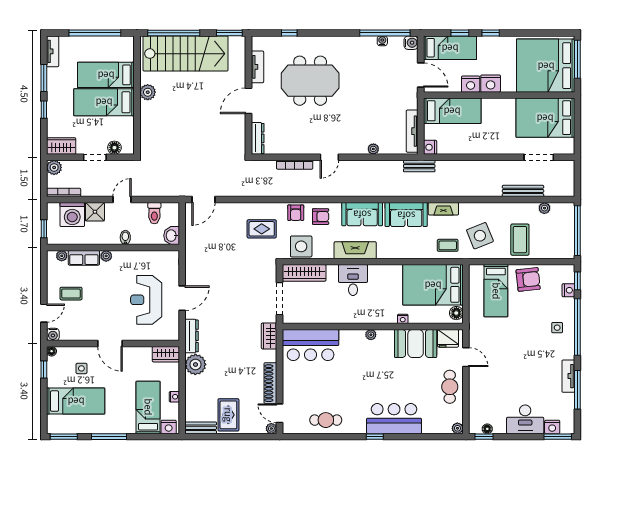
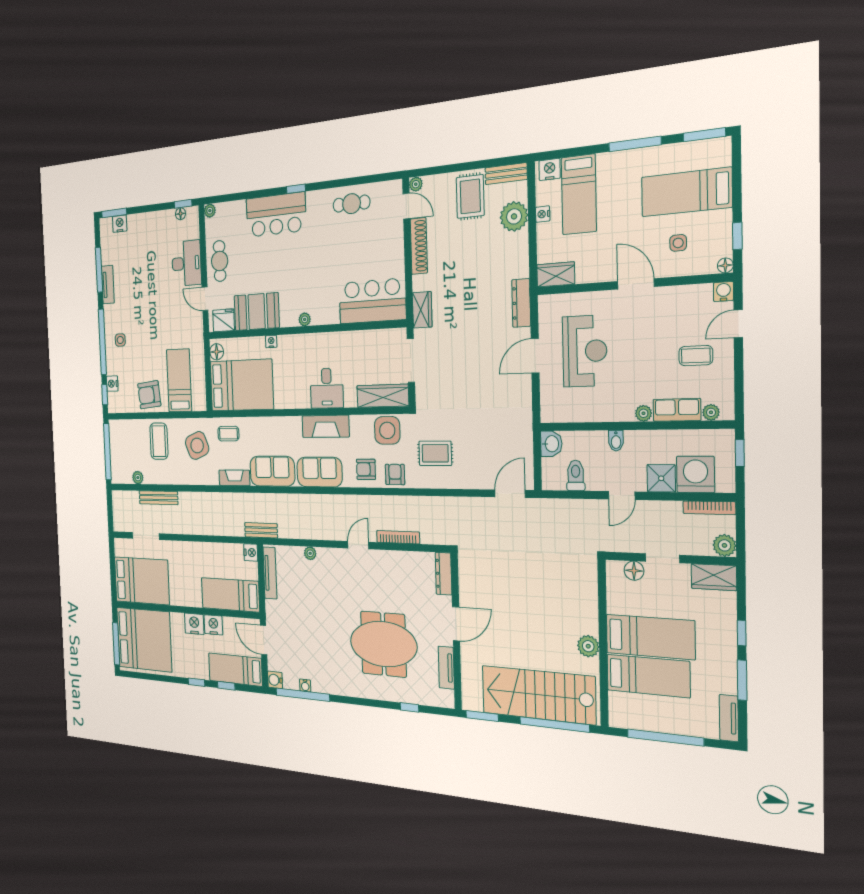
plant: (195, 364) -> (514, 216), moved
desk: (525, 419) -> (187, 263), moved, turned 90

